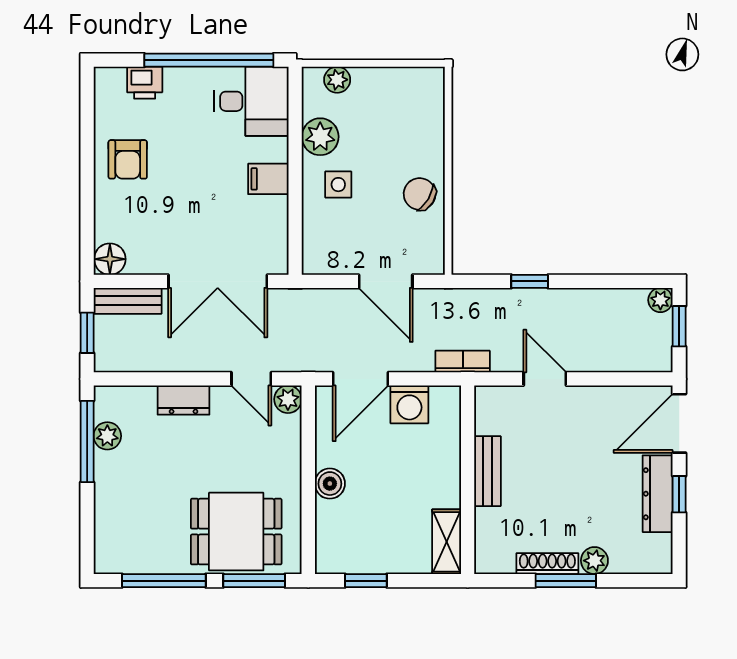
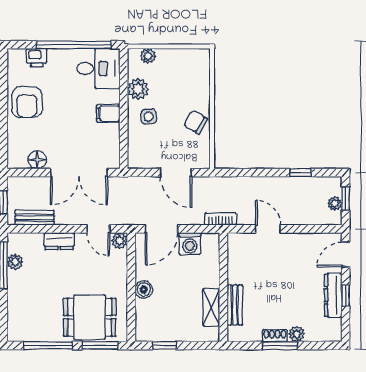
armchair: (128, 159) -> (27, 102), width x1.38, depth x1.38
floor lamp: (110, 259) -> (37, 160), moved
window: (530, 281) -> (300, 173), moved
plant: (660, 300) -> (335, 203), moved
bench: (128, 301) -> (35, 218), moved
door: (679, 423) -> (346, 255), width x0.73
bench: (487, 471) -> (235, 305), moved
shelving: (447, 542) -> (211, 307), moved
shoe rack: (547, 564) -> (275, 336), width x0.70

